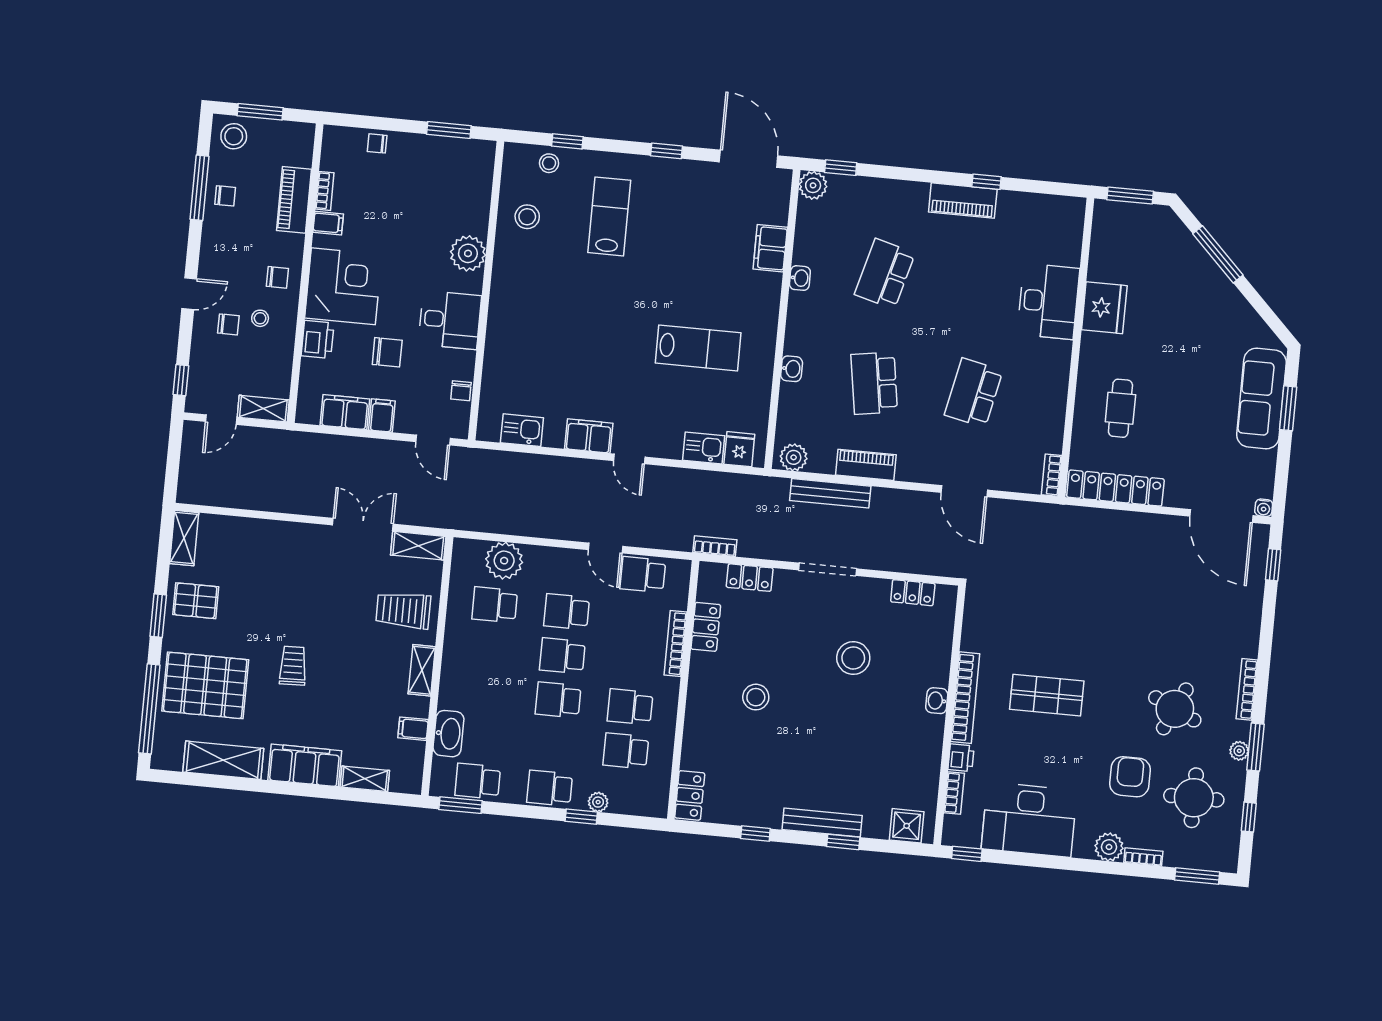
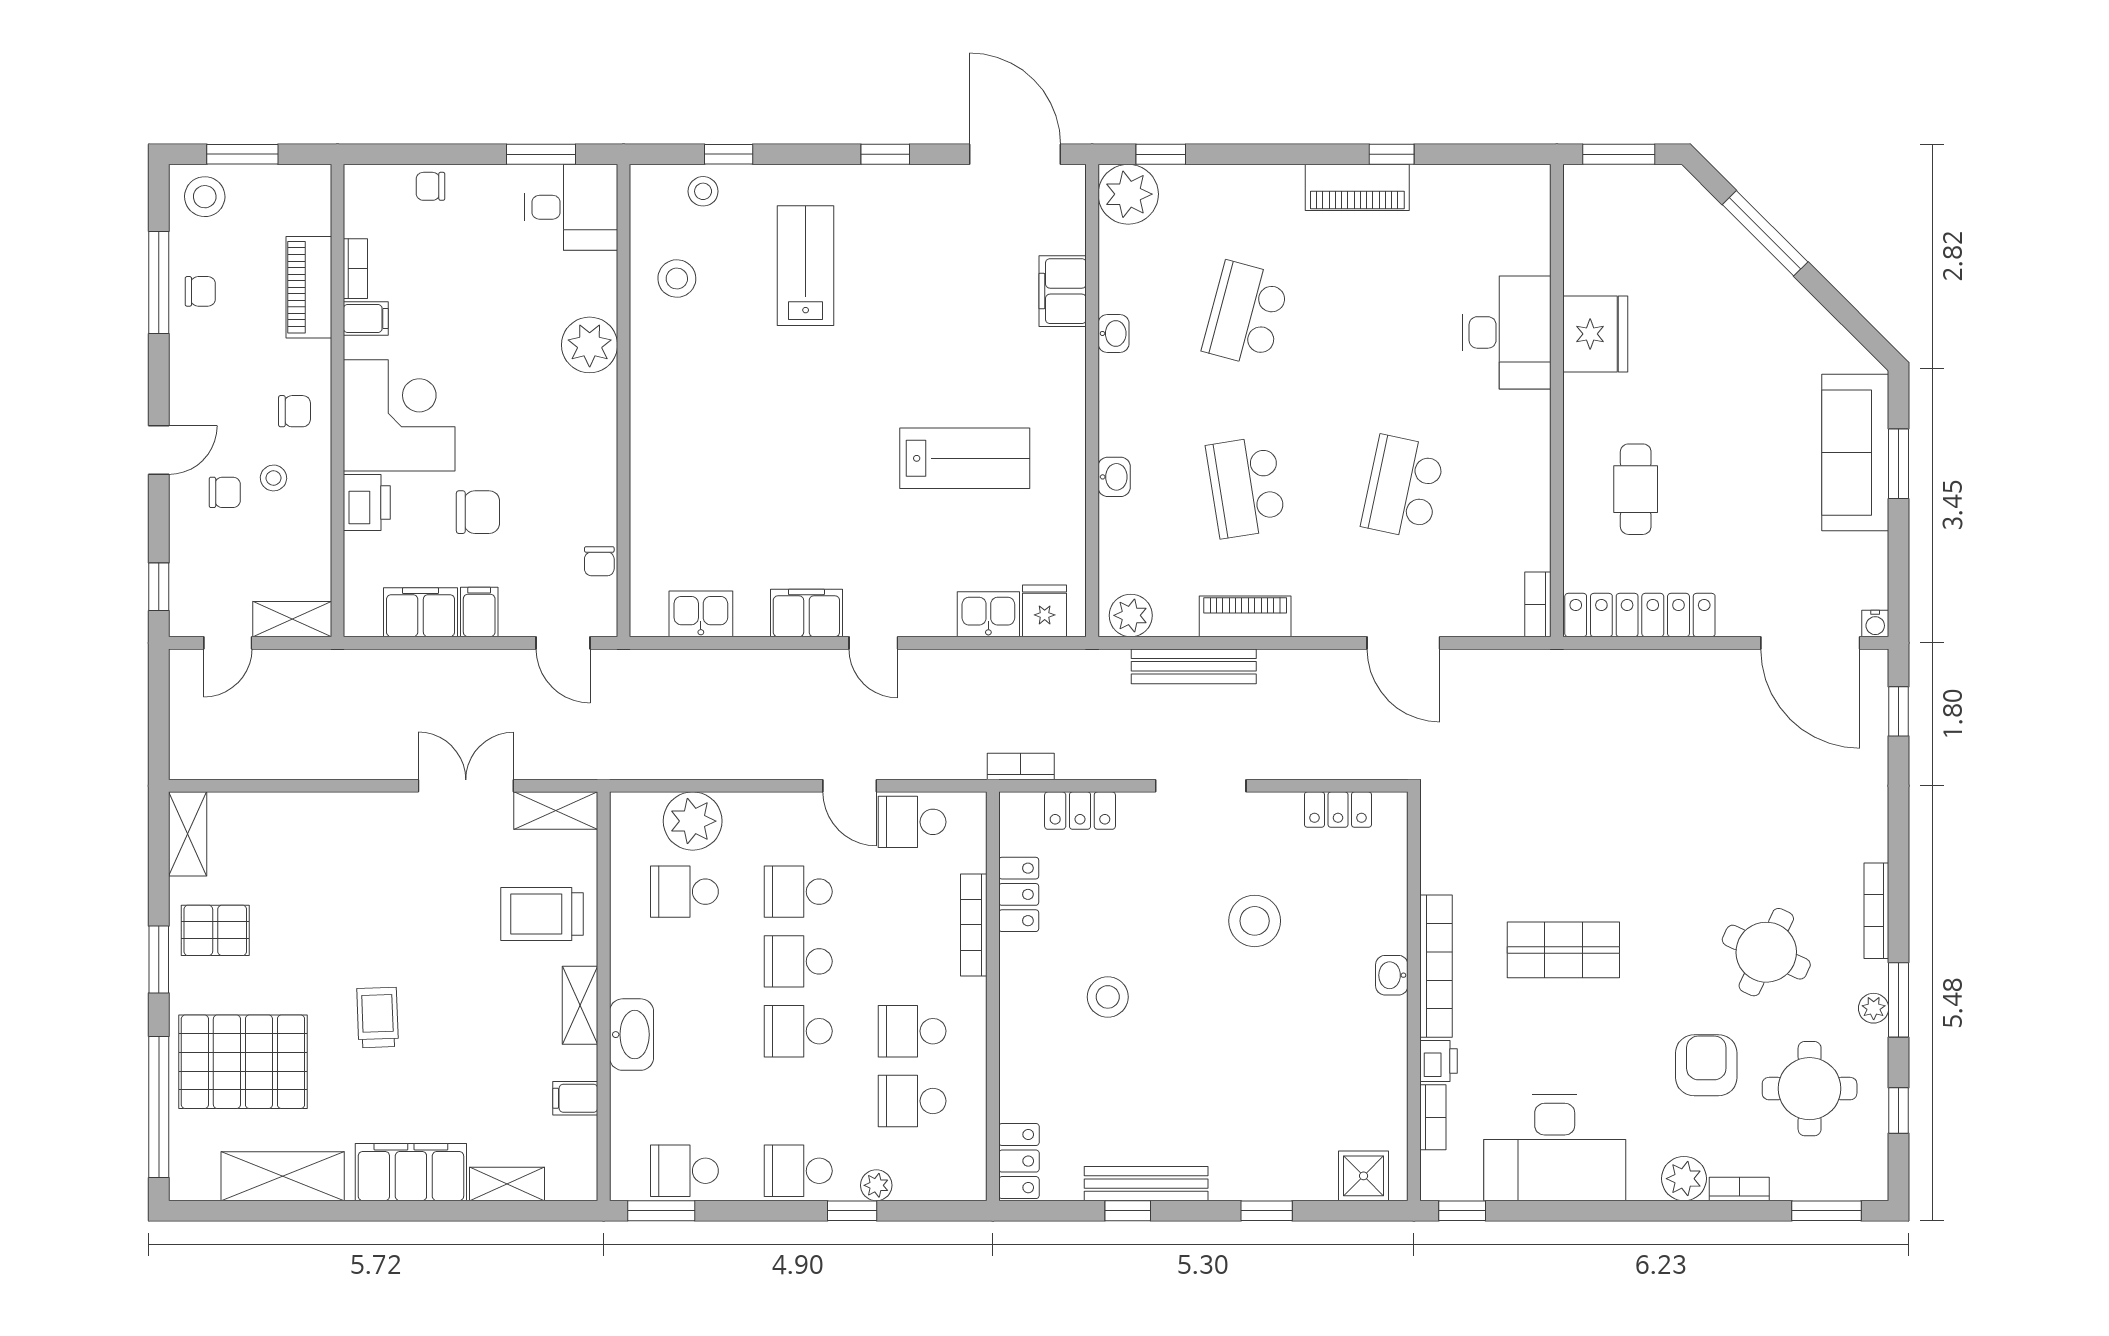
plant: (813, 185) -> (1128, 194), width x1.36, depth x1.36
desk: (450, 320) -> (571, 207), moved
washbasin: (448, 734) -> (632, 1035), moved
bench: (822, 823) -> (1146, 1184), moved

